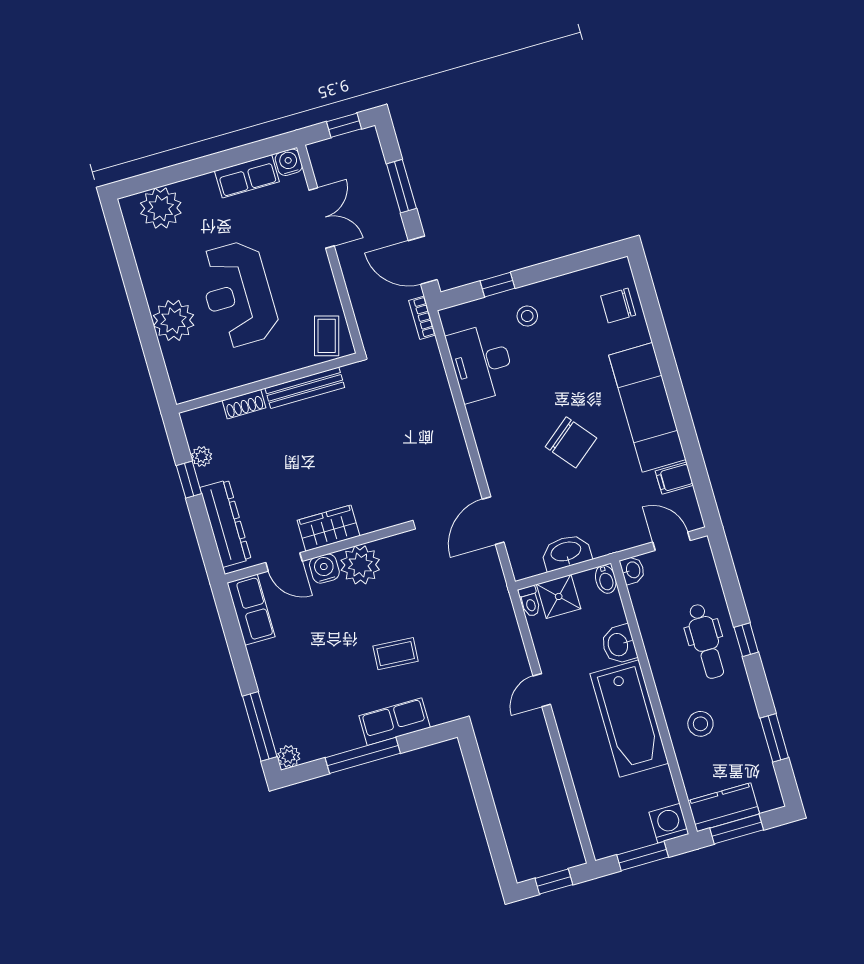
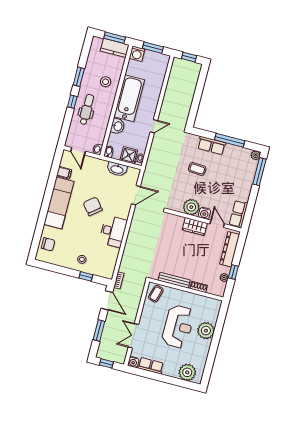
desk: (481, 363) -> (113, 231), moved
window: (774, 738) -> (79, 77), moved

